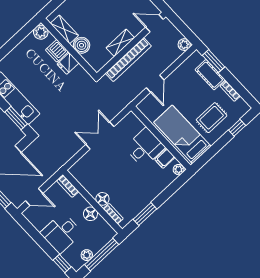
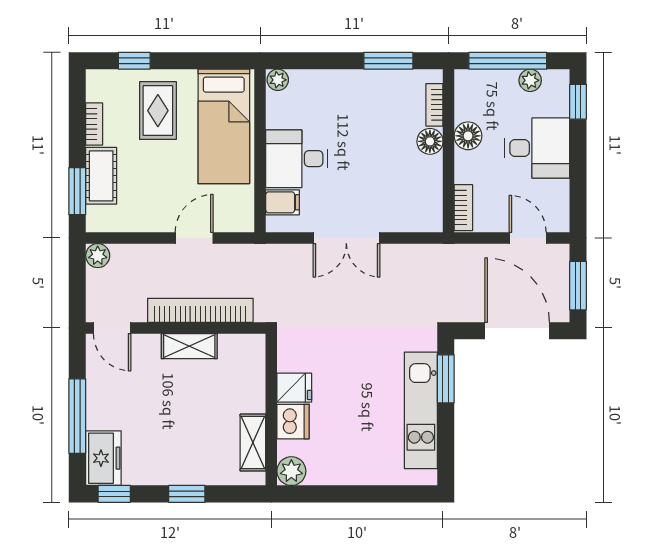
boiler: (82, 45) -> (250, 396), removed
rug: (212, 118) -> (158, 111), turned 90
filing cabinet: (165, 158) -> (283, 202), moved

